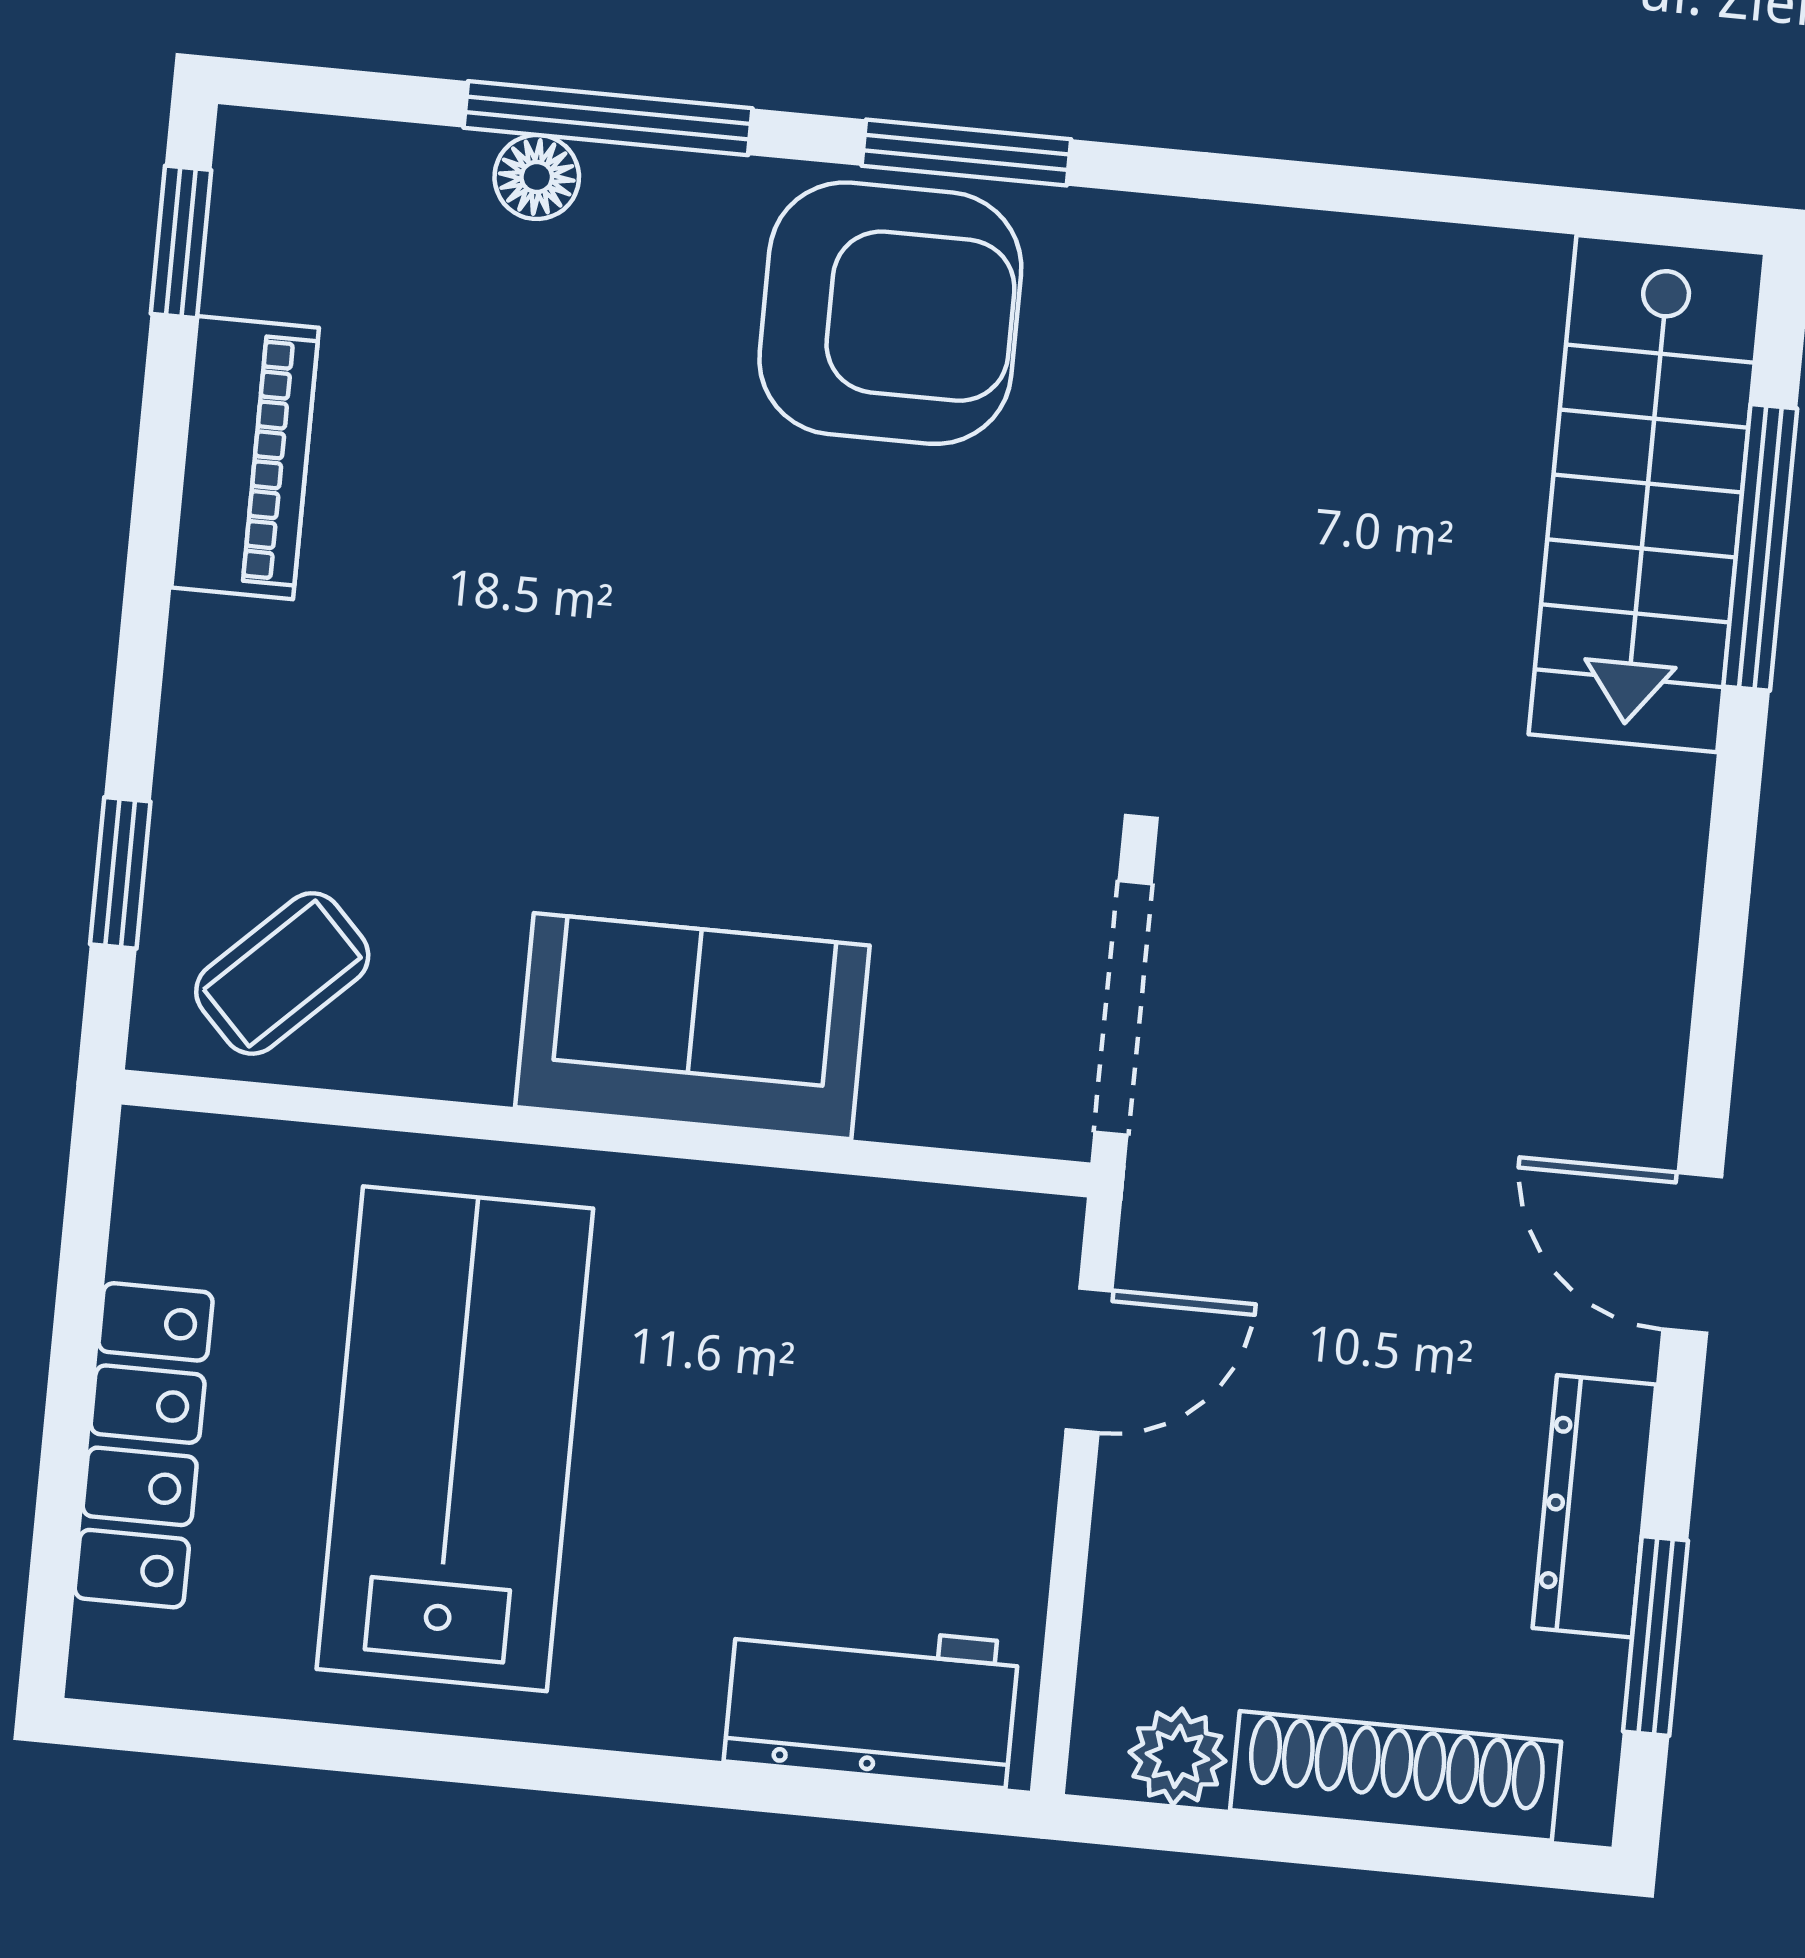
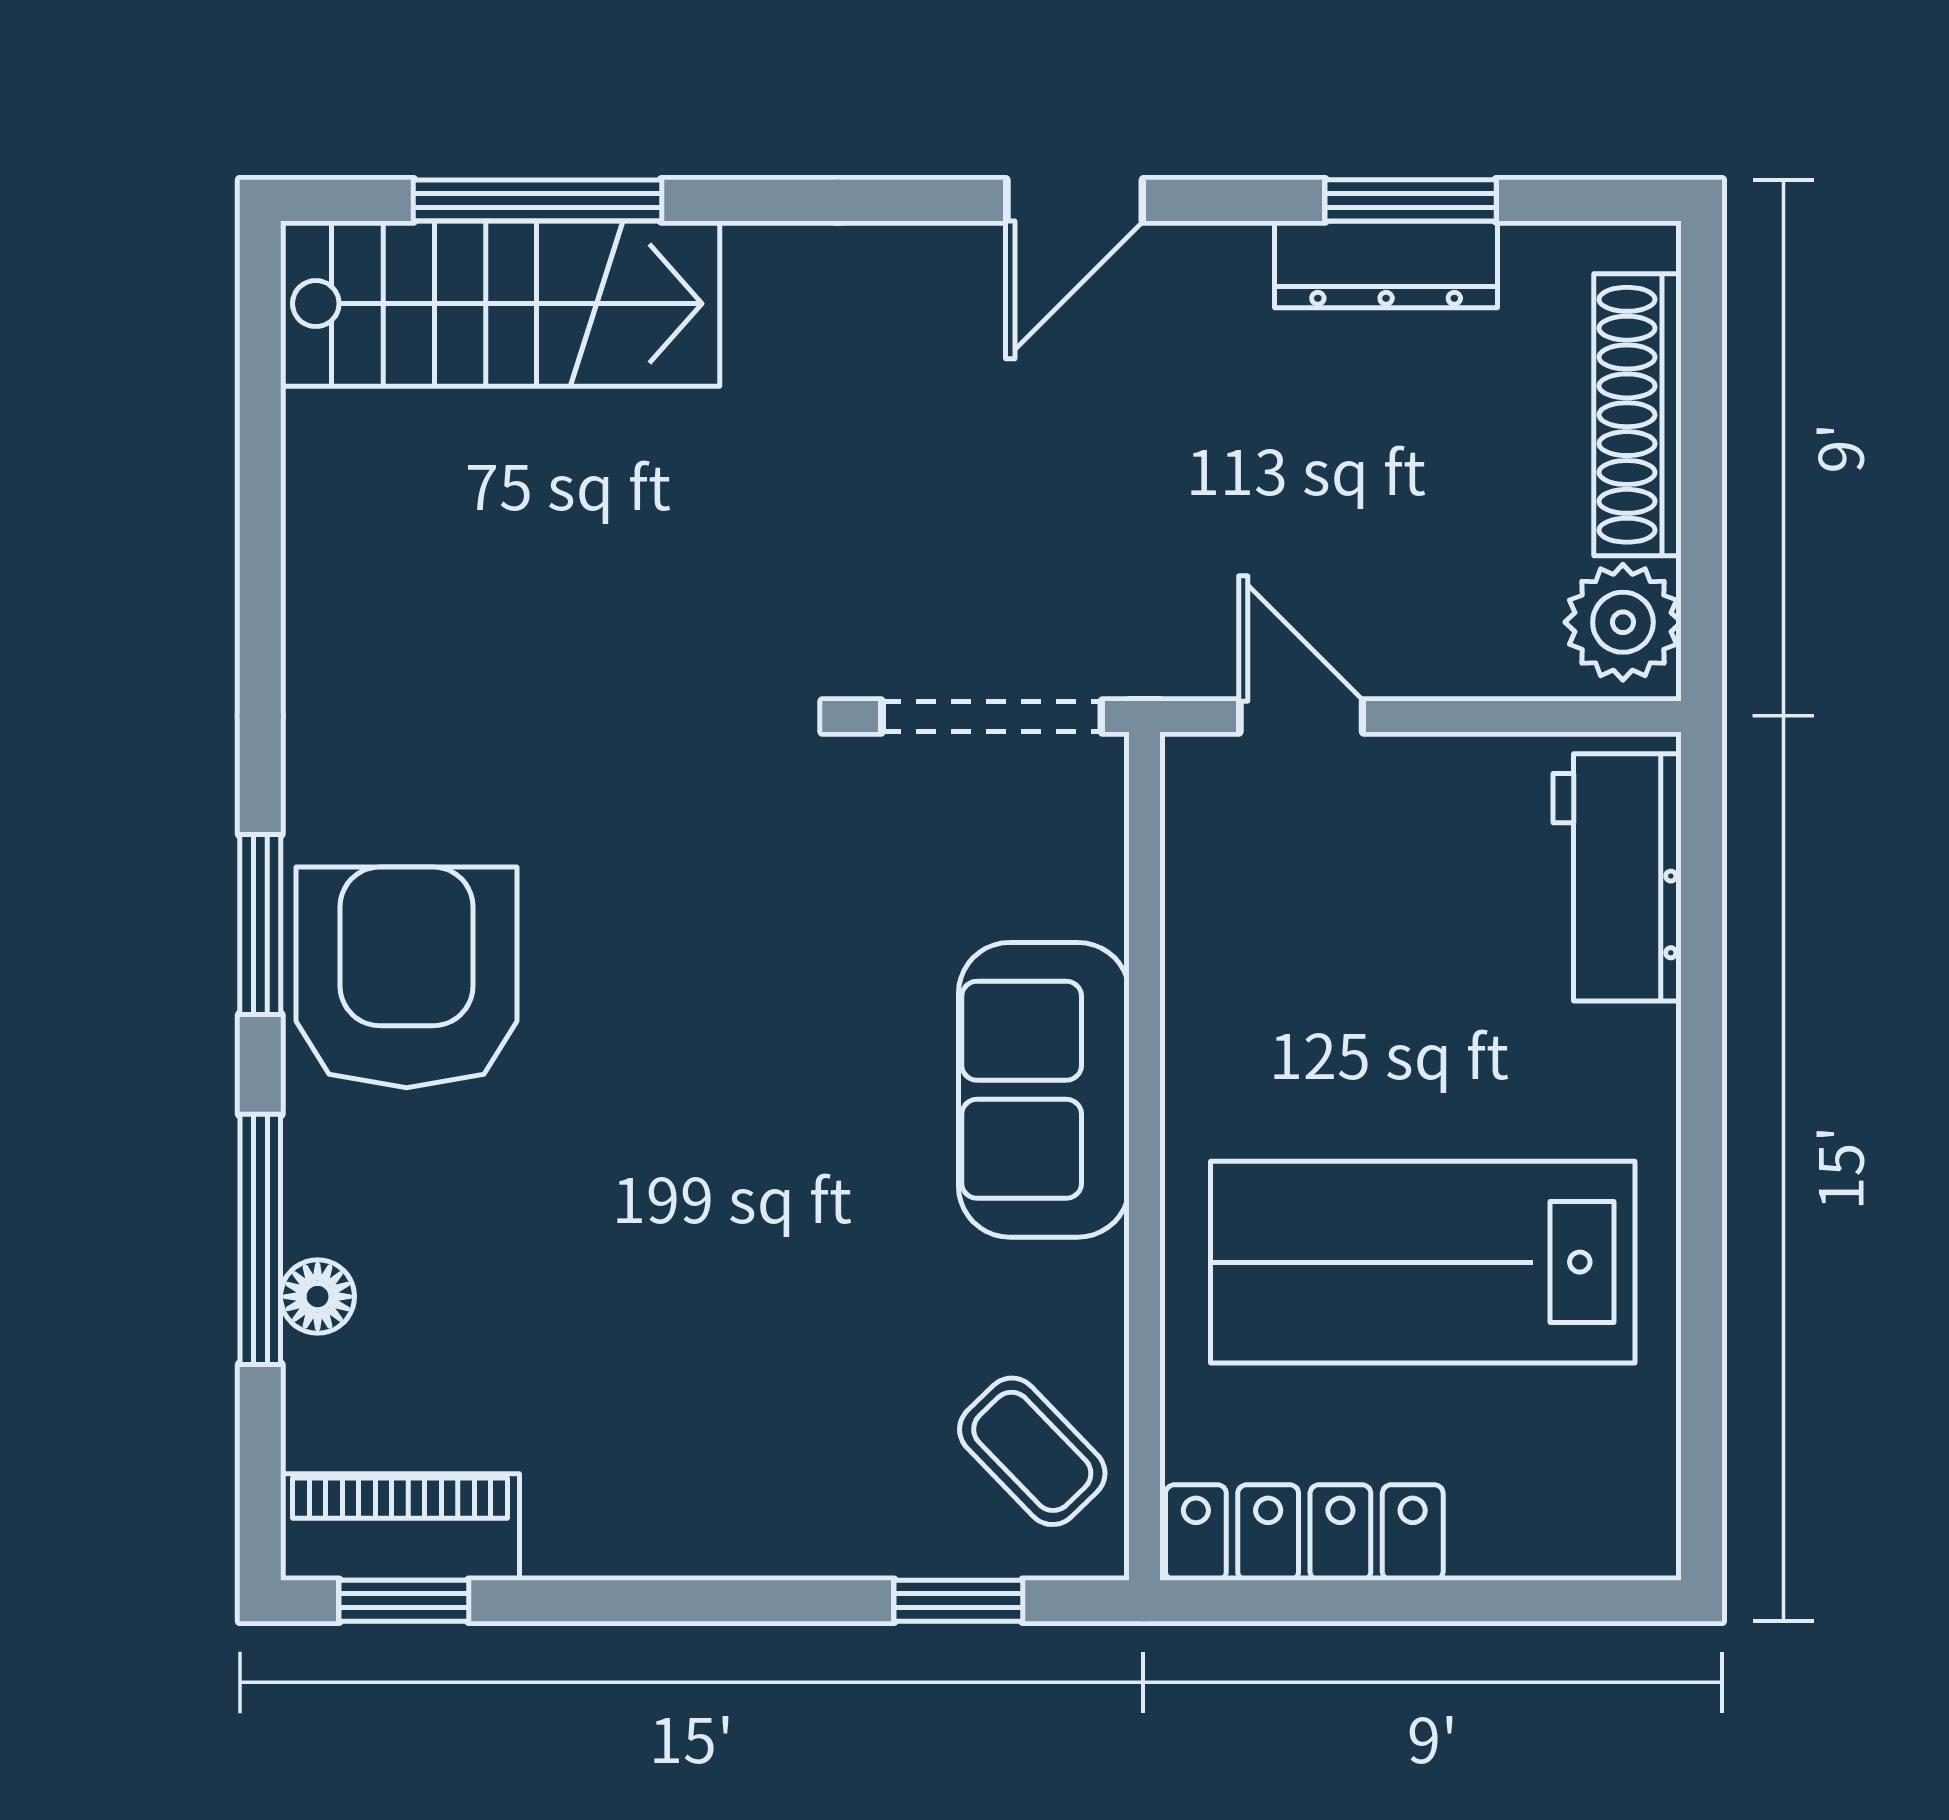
piano: (245, 458) -> (400, 1527), moved
door: (1692, 1253) -> (1075, 200), moved
locker: (144, 1445) -> (1304, 1532), moved
window: (1655, 1636) -> (1411, 200), moved
plant: (1177, 1756) -> (1623, 622), width x1.38, depth x1.38

